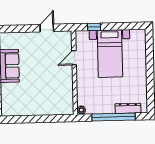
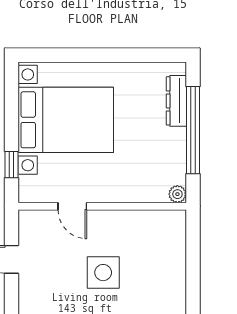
bed with nightstands: (110, 54) -> (66, 120), width x1.36
side table: (41, 74) -> (103, 273), added

